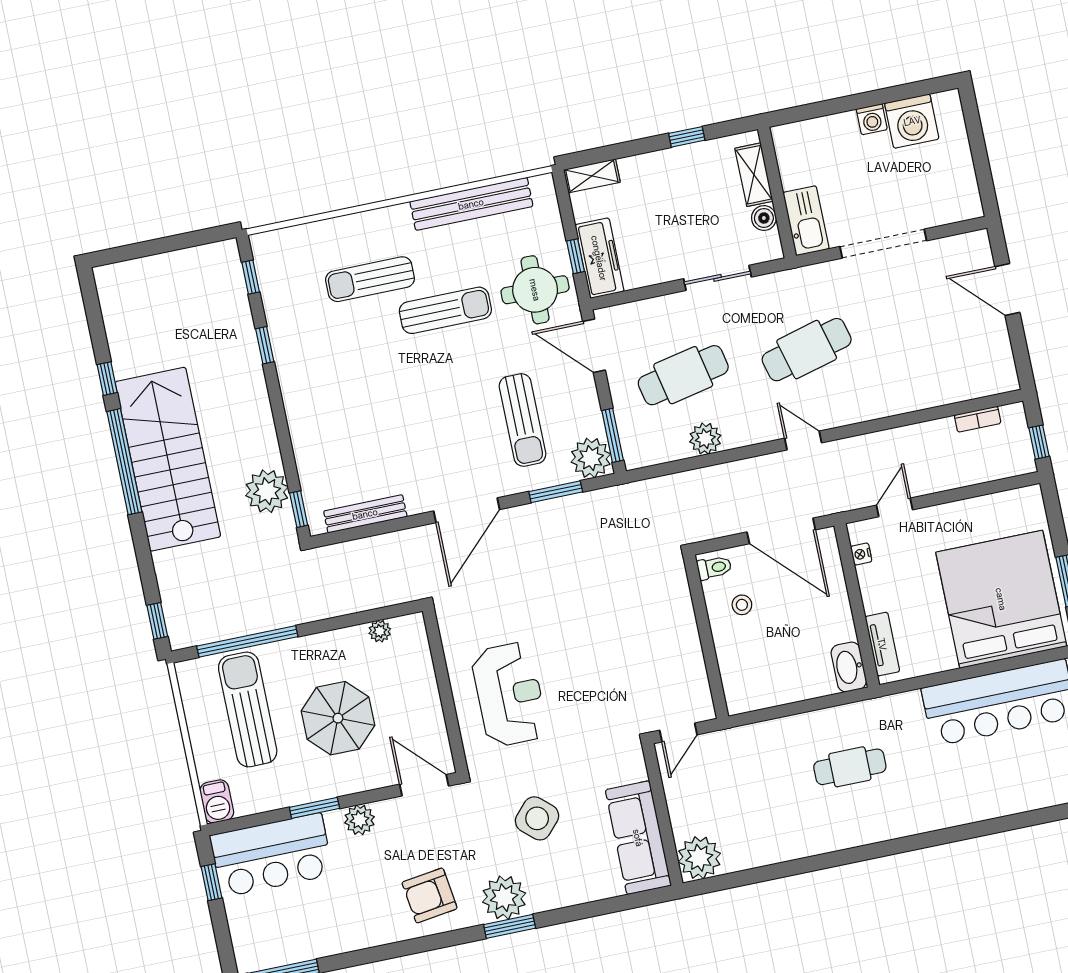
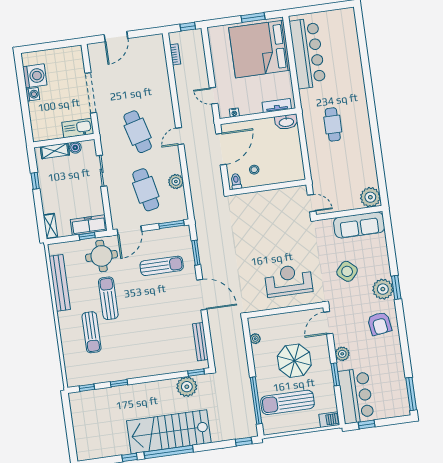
plant: (591, 458) -> (181, 235), removed

